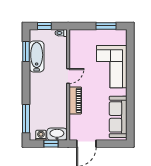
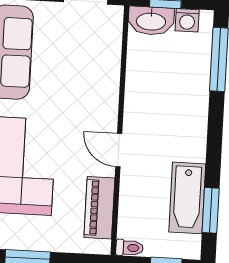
door: (68, 76) -> (119, 150), hinge flipped
piano: (75, 100) -> (99, 208), moved

